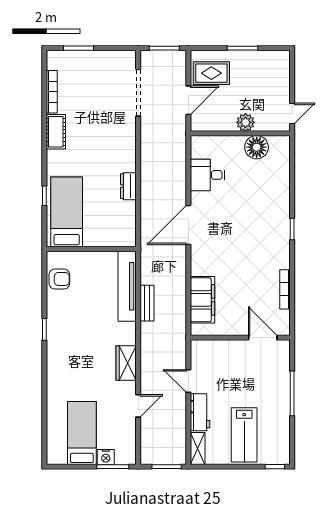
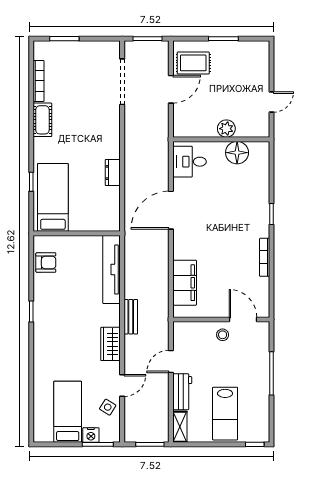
plant: (246, 122) -> (226, 129), moved
wall: (240, 133) -> (221, 139), moved
floor lamp: (257, 147) -> (237, 153), moved
bookcase: (285, 289) -> (265, 257), moved
bench: (147, 303) -> (131, 317), moved
stool: (242, 354) -> (223, 335), added
door: (188, 381) -> (171, 361), hinge flipped
side table: (123, 428) -> (108, 407), added

